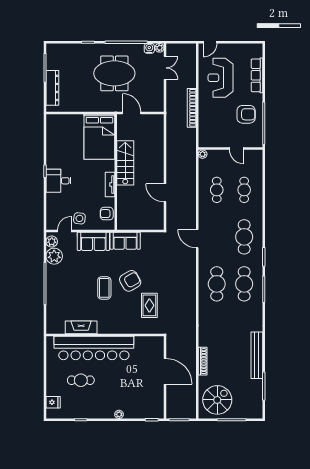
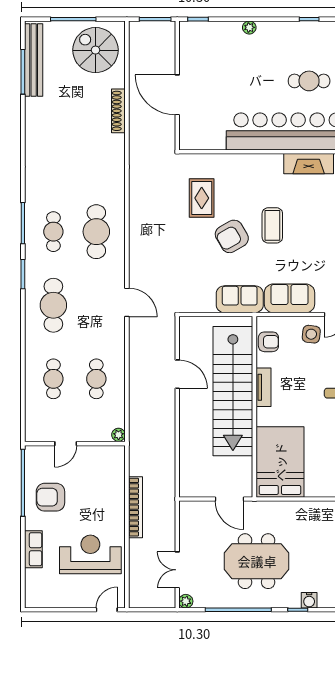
water cooler: (149, 48) -> (309, 600), moved
row of seats: (257, 75) -> (33, 549), width x0.68
reception desk: (221, 78) -> (90, 554), turned -90
door: (236, 148) -> (66, 444), swing flipped
stairs: (125, 163) -> (233, 391), width x1.86, depth x1.51
cafe table: (244, 284) -> (53, 232), width x0.73, depth x0.74
bench: (257, 355) -> (34, 60), moved
spiral stairs: (217, 400) -> (96, 50), turned 90

